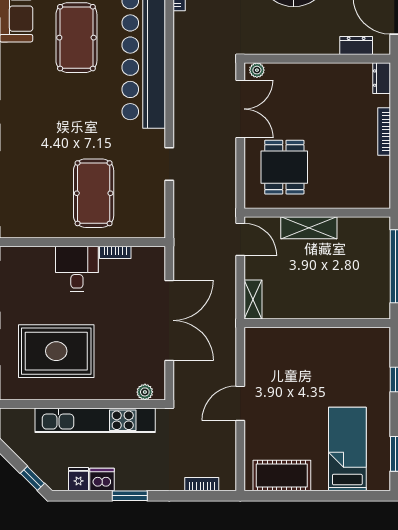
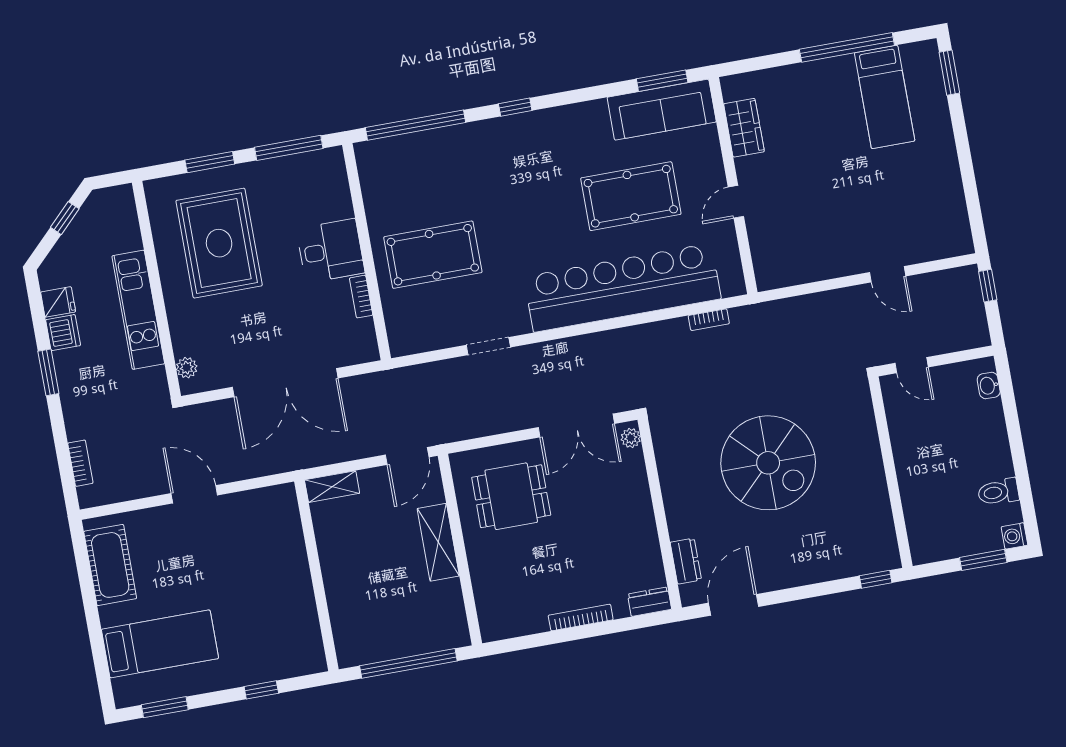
kitchen unit: (95, 420) -> (138, 310), width x0.73
window: (32, 478) -> (65, 218), moved

